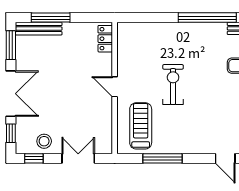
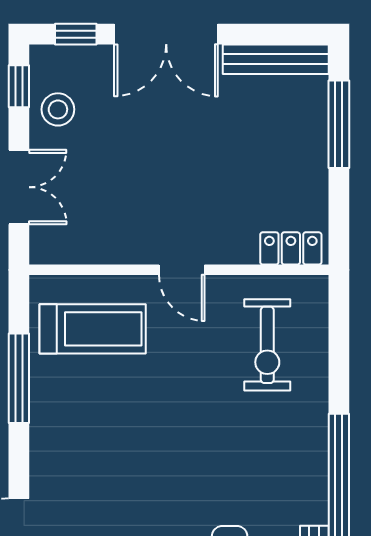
bench: (39, 29) -> (276, 59), moved, turned 90
window: (11, 45) -> (276, 34), removed
exercise bike: (173, 85) -> (267, 345), moved, turned 90
door: (115, 87) -> (182, 270), swing flipped

